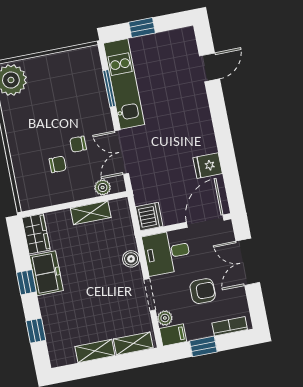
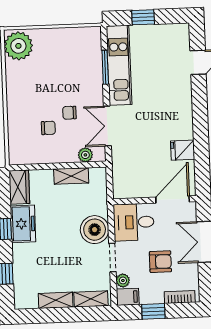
dishwasher: (149, 217) -> (123, 187), removed
boiler: (131, 259) -> (95, 230), width x1.86, depth x1.86

